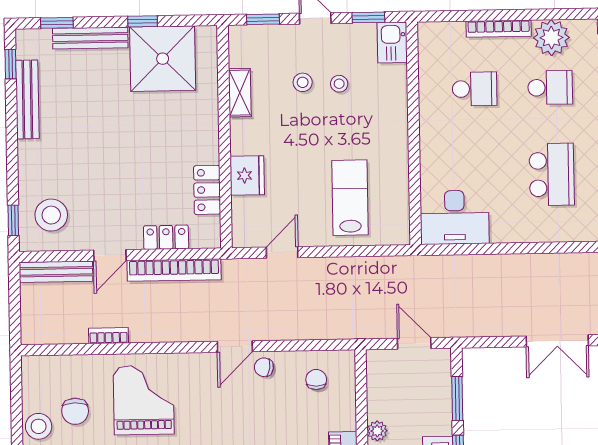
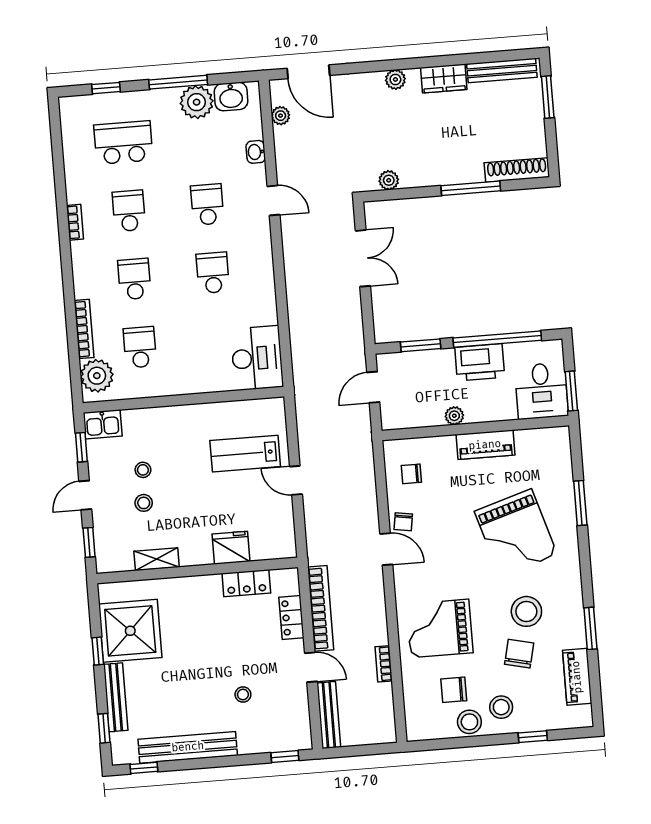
plant: (551, 38) -> (97, 376), moved
bench: (27, 99) -> (188, 747), width x1.37, depth x1.21
school desk: (552, 174) -> (213, 273), width x0.54
stool: (51, 215) -> (243, 695), moved, width x0.53, depth x0.53
door: (282, 252) -> (296, 480), moved
chair: (75, 411) -> (454, 690), turned 180

